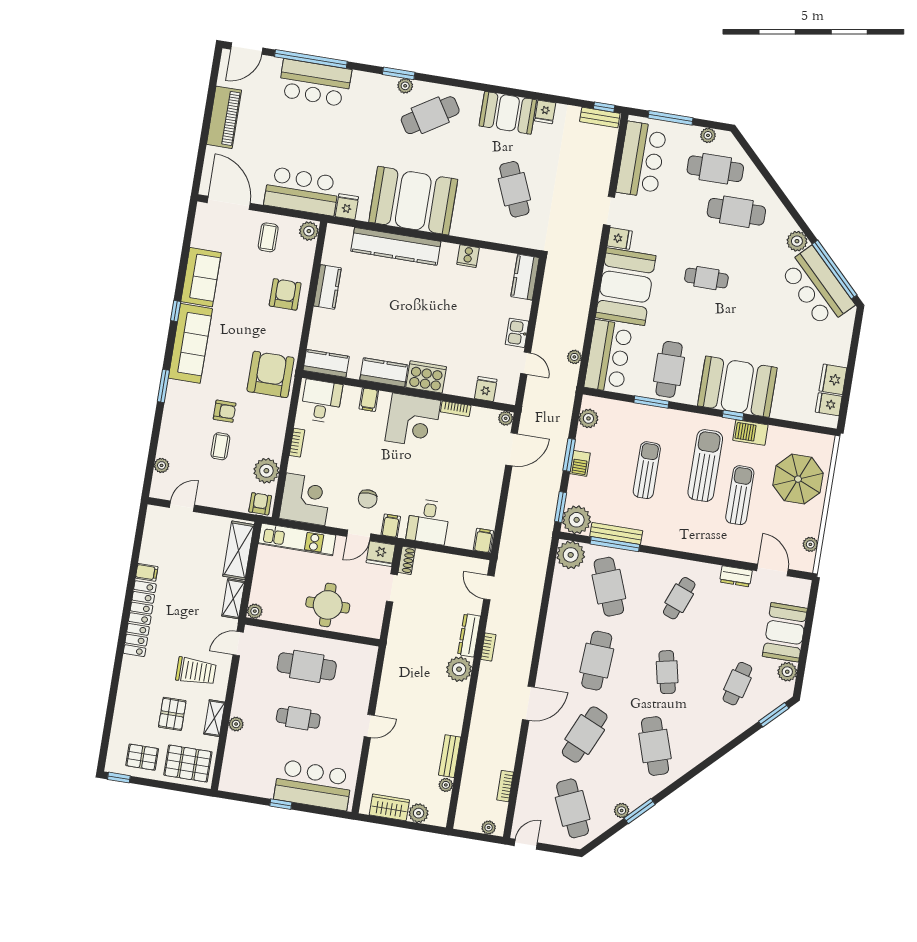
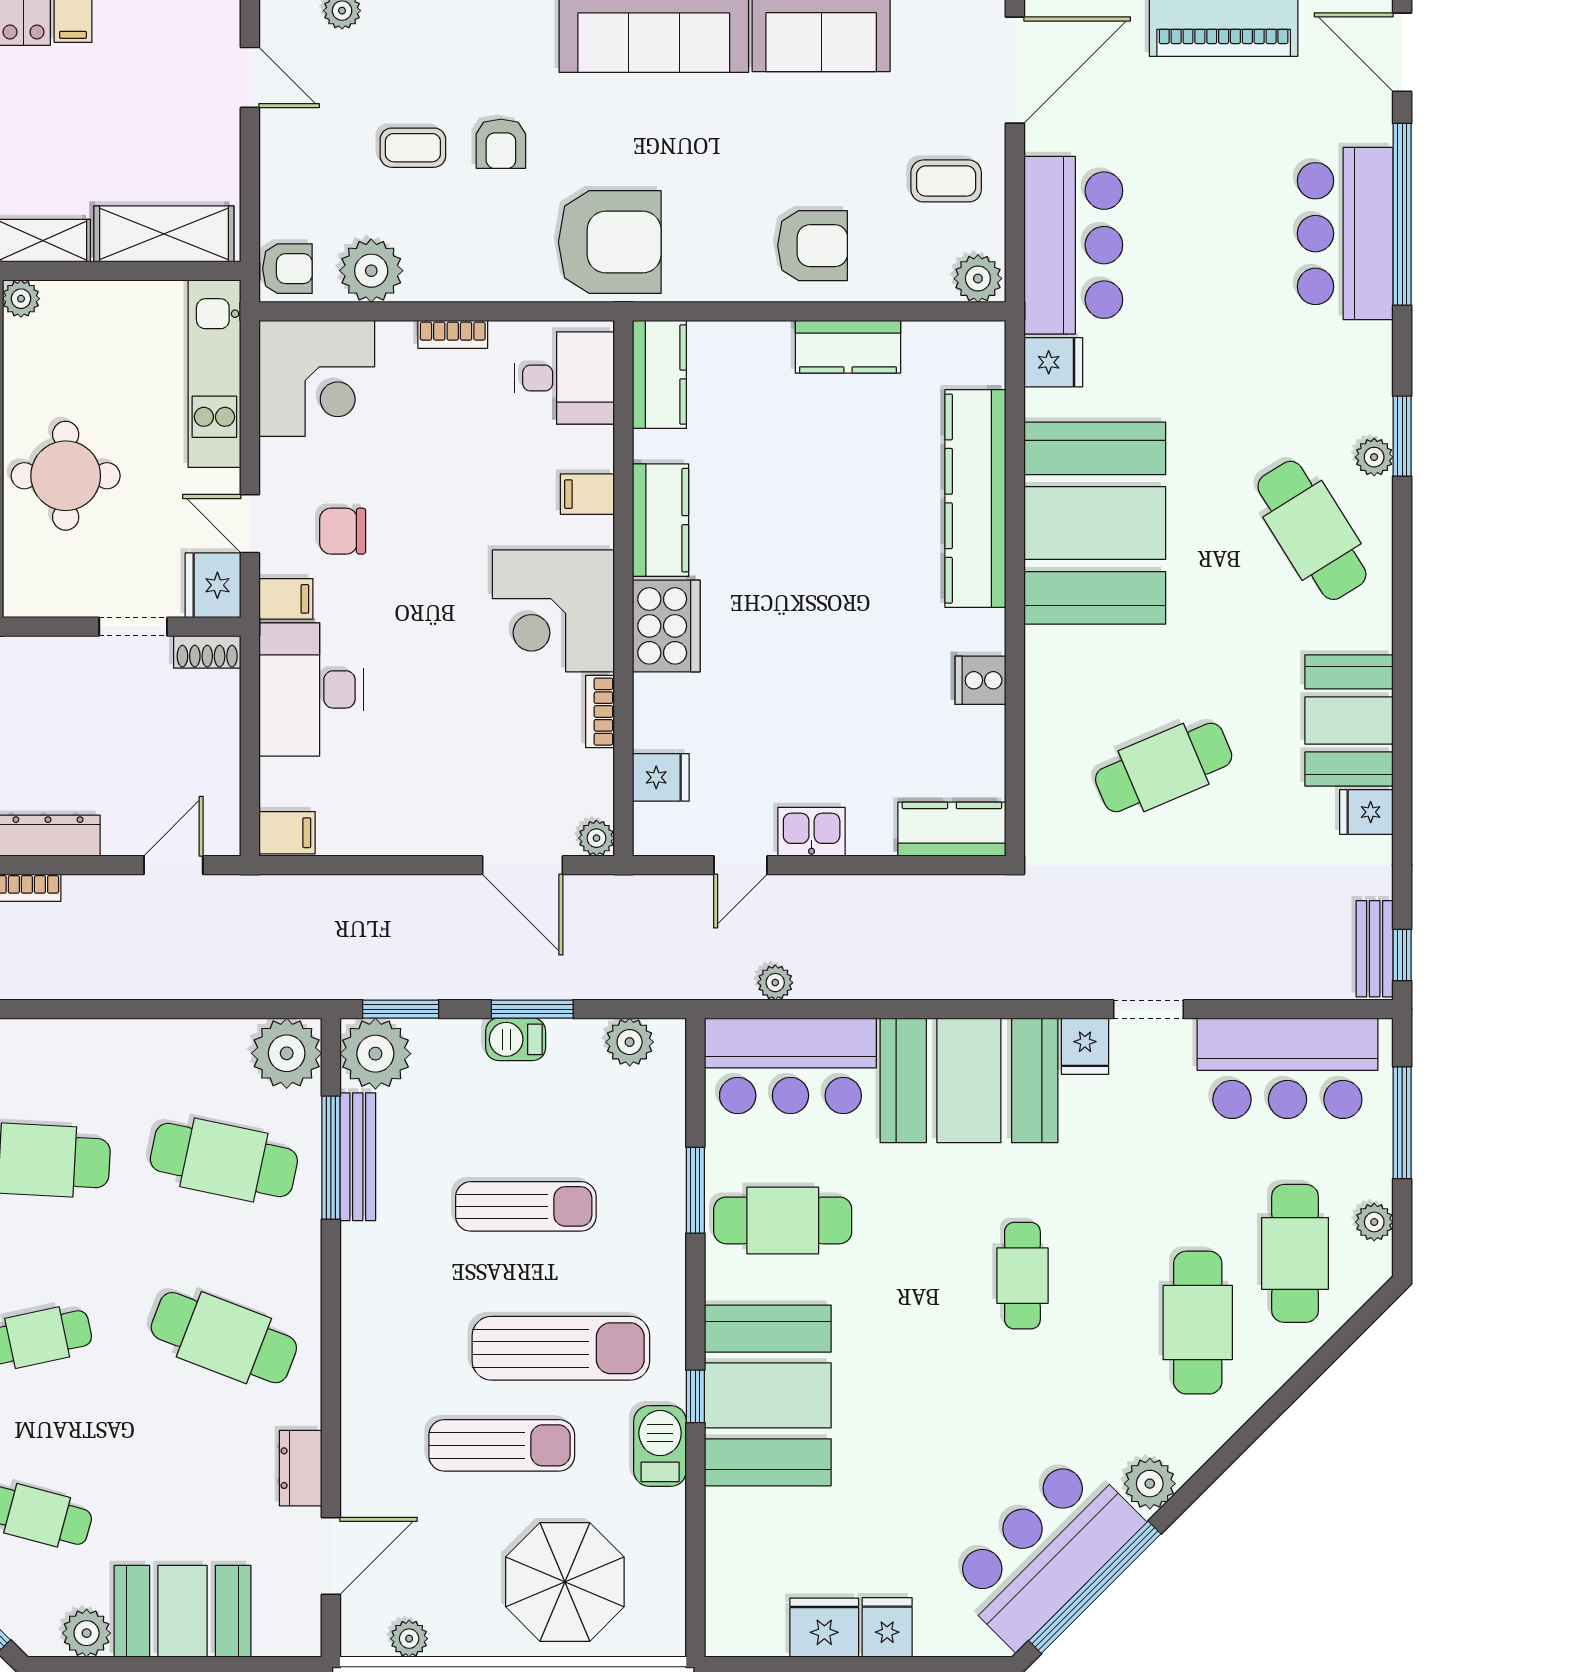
fridge: (829, 404) -> (887, 1627), moved
desk: (428, 522) -> (311, 689), width x1.37
cafe table: (609, 587) -> (224, 1160), turned 33
cafe table: (679, 598) -> (224, 1338), width x1.37, depth x1.35

